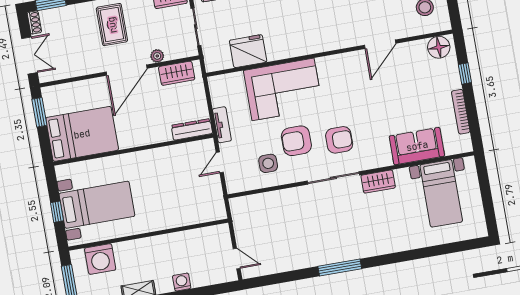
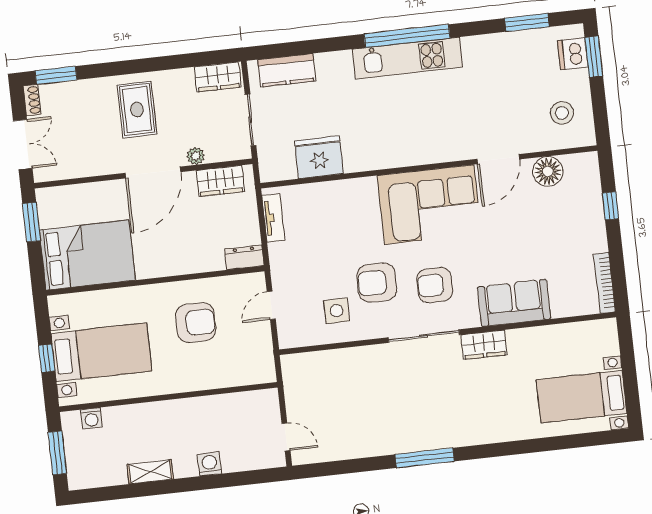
floor lamp: (439, 47) -> (548, 171), moved
corner sofa: (283, 89) -> (429, 205), moved
bookcase: (461, 112) -> (605, 283), moved
tv unit: (222, 125) -> (273, 218), moved
dresser: (192, 129) -> (244, 257), width x0.70
armchair: (339, 140) -> (435, 285), turned 180
sofa: (417, 146) -> (514, 303), moved
armchair: (165, 179) -> (196, 323), added
bed with nightstands: (441, 193) -> (582, 397), moved, turned 90
washing machine: (100, 259) -> (91, 418), width x0.53, depth x0.53

